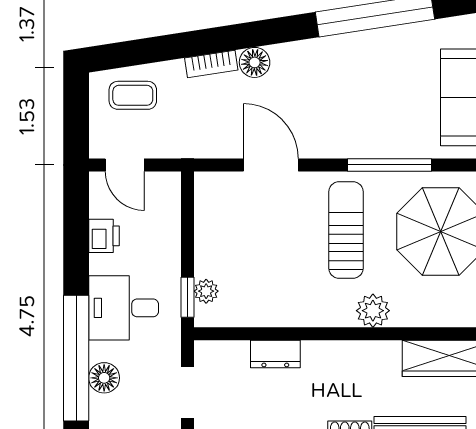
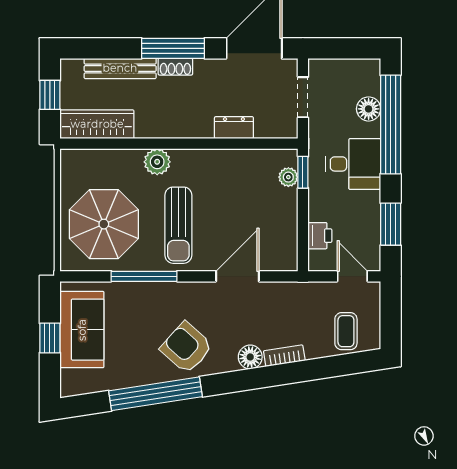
armchair: (336, 74) -> (186, 348), added
coffee table: (133, 95) -> (346, 331), turned 90
door: (271, 165) -> (237, 276), swing flipped
window: (76, 231) -> (391, 224), added
printer: (104, 236) -> (320, 236), moved, turned 180

